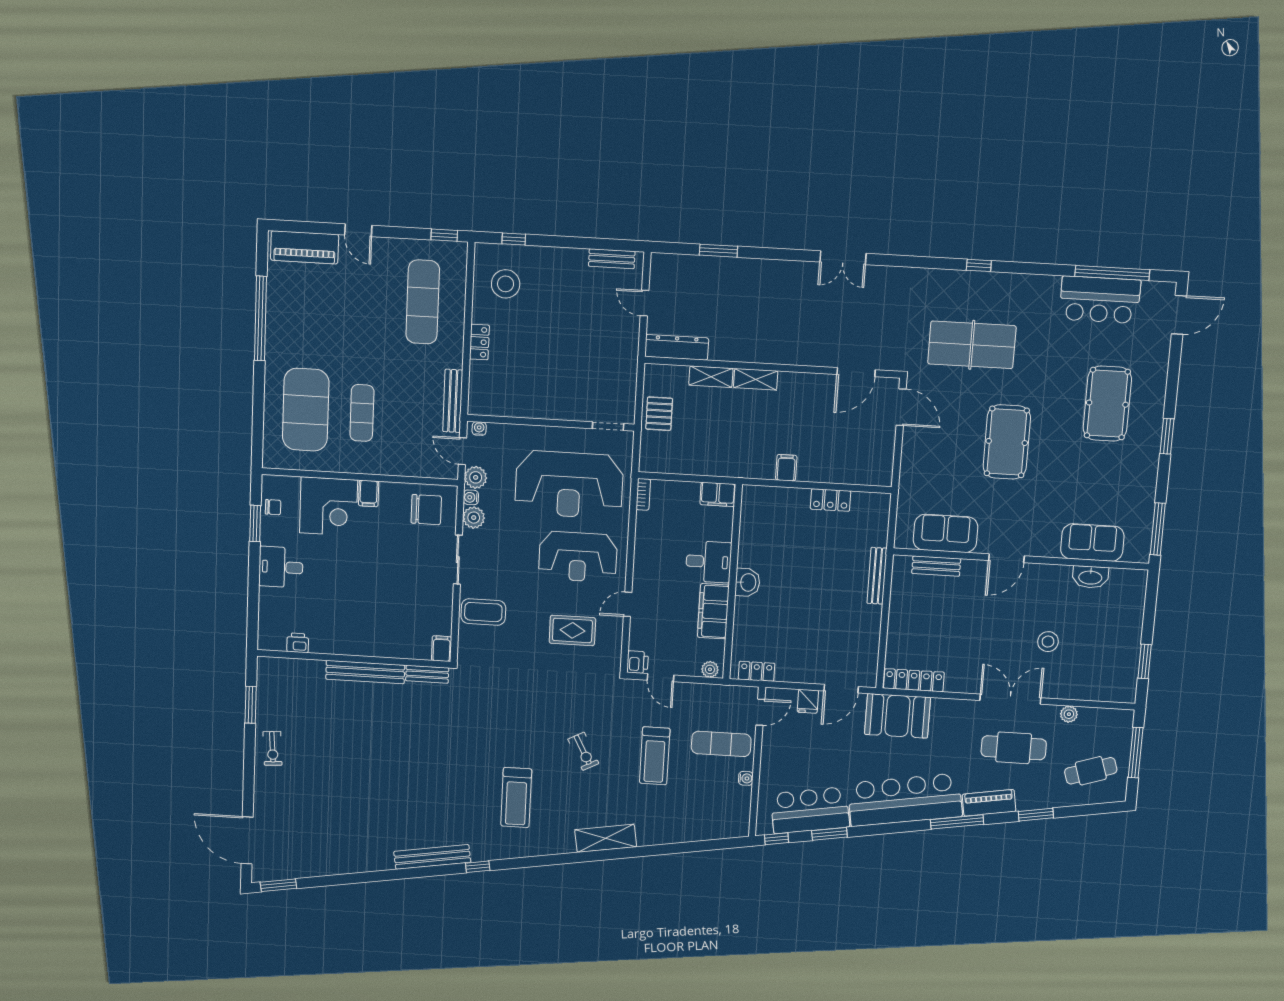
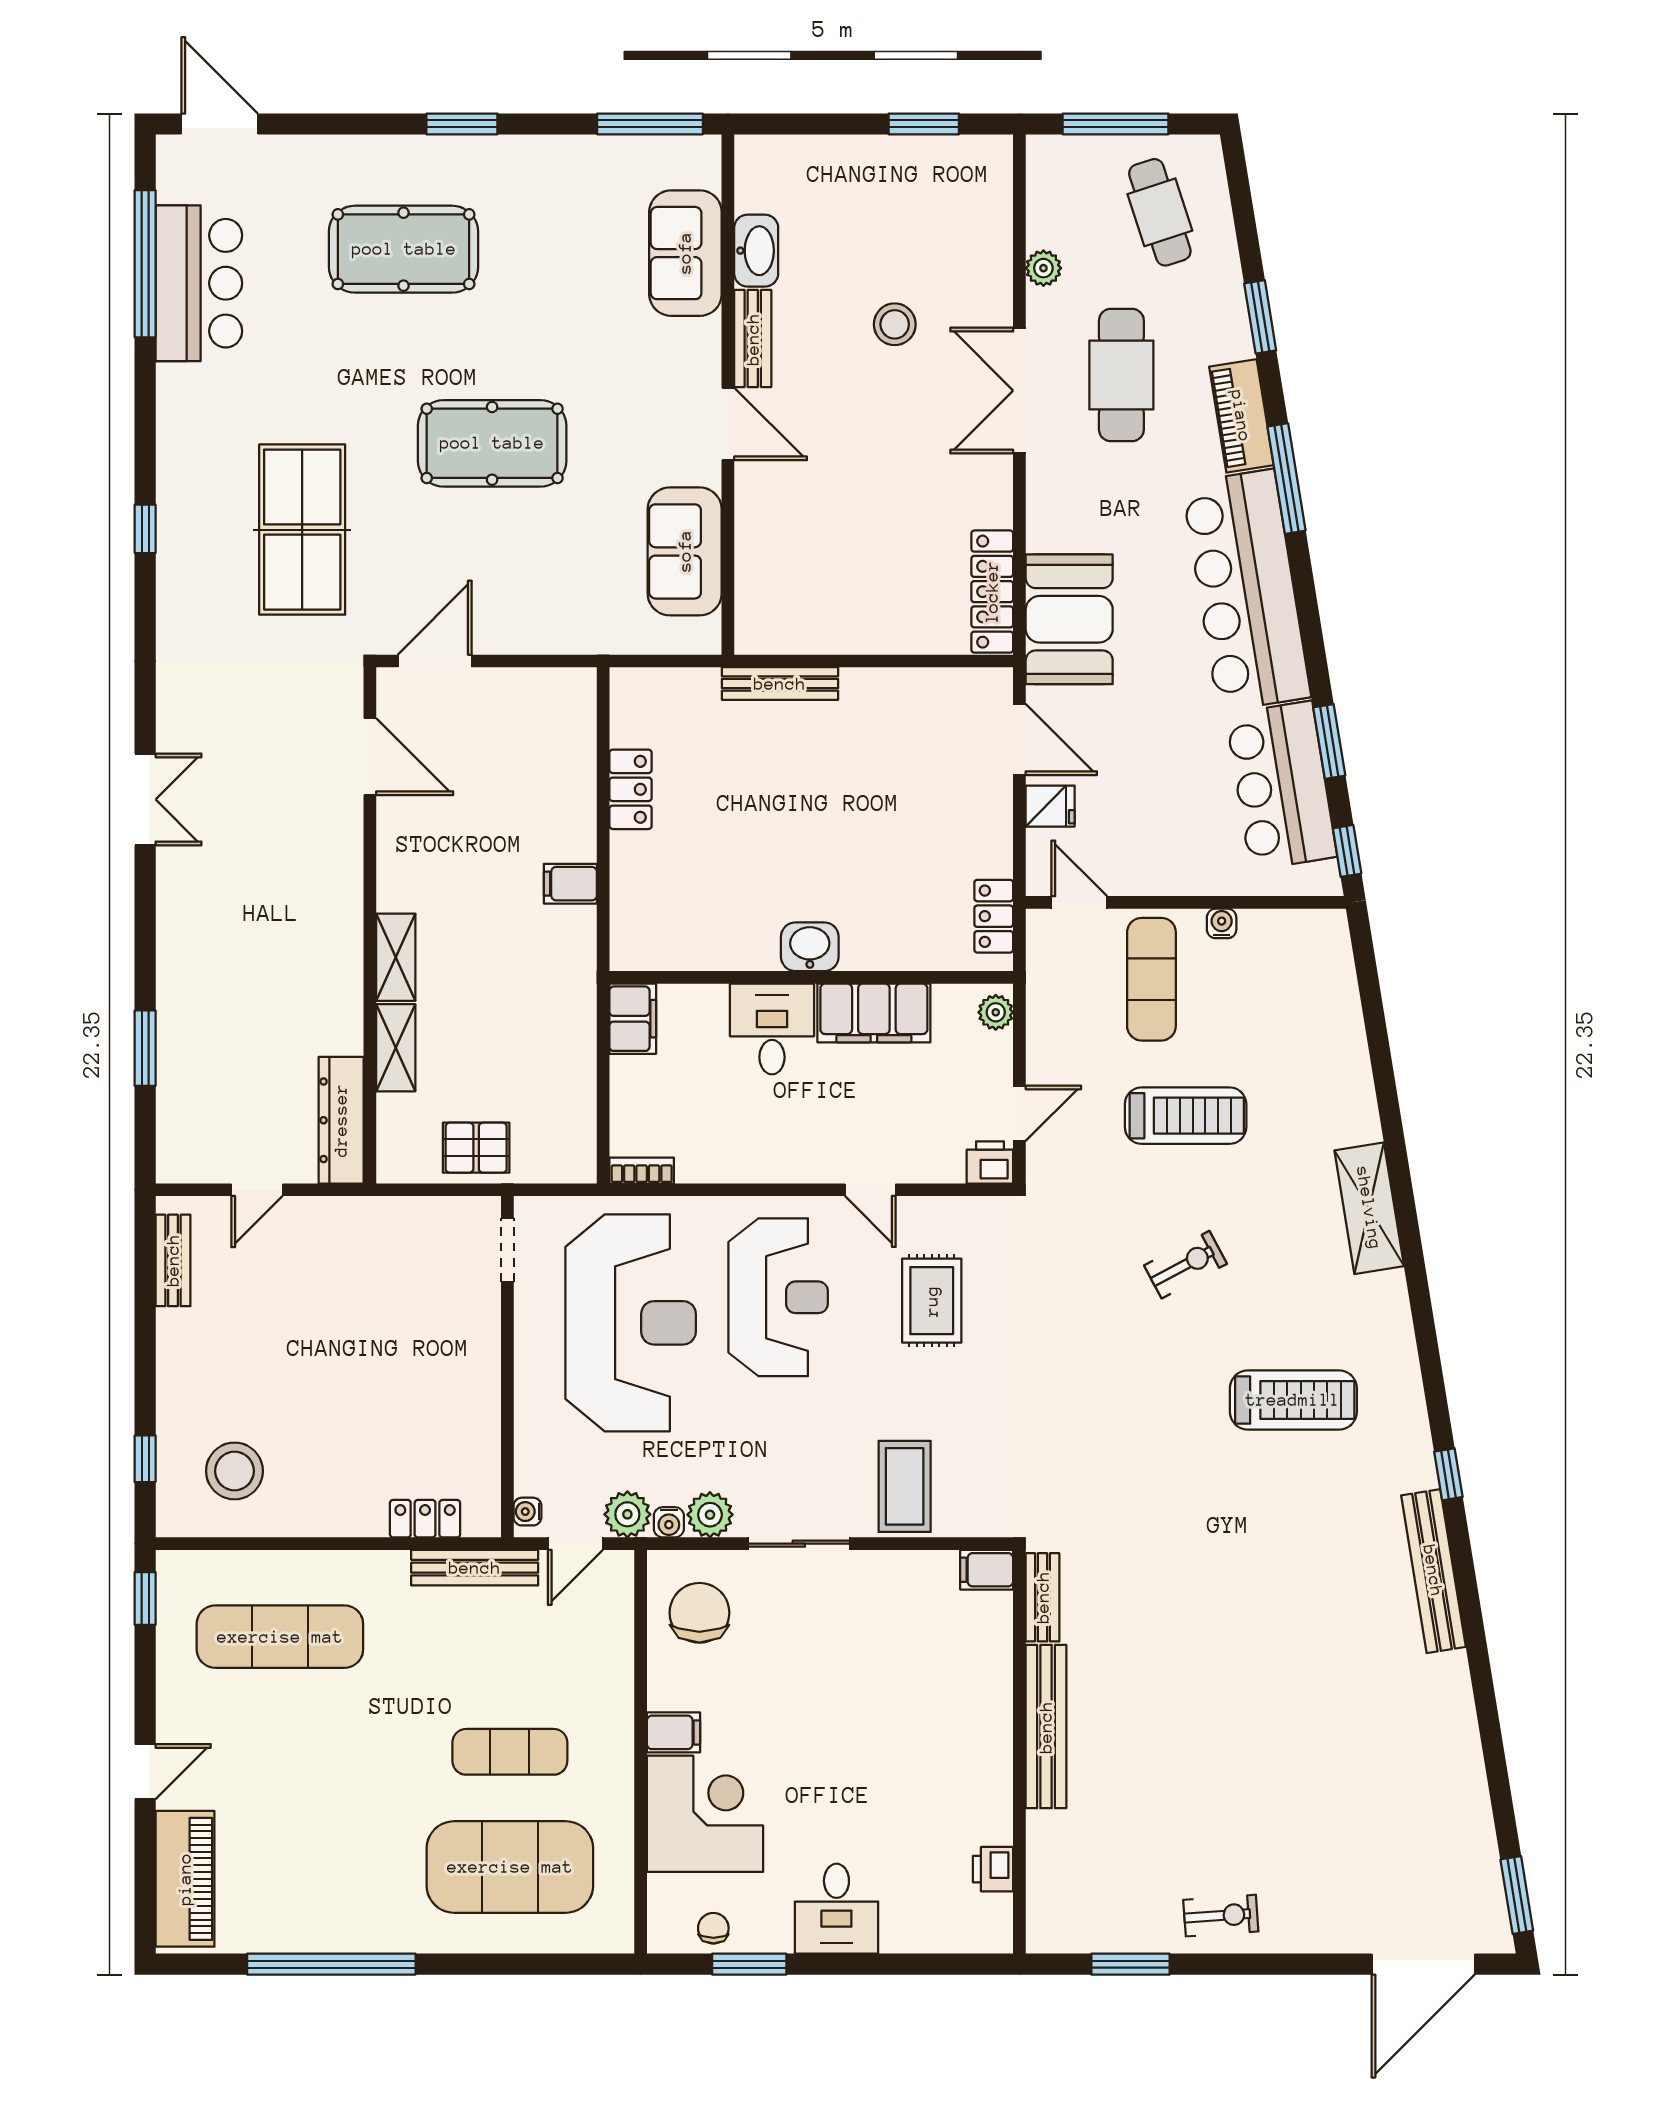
locker: (479, 342) -> (425, 1519), moved
bench: (936, 566) -> (753, 339), moved

